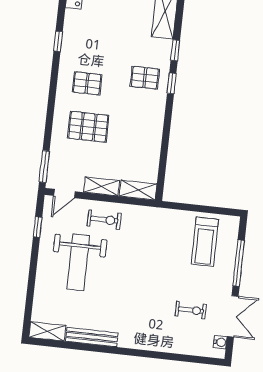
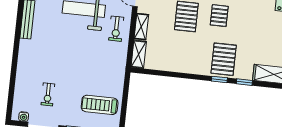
pallet: (145, 78) -> (224, 59), width x1.50, depth x1.42

